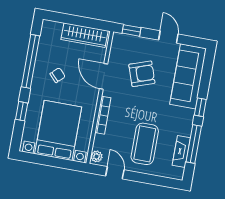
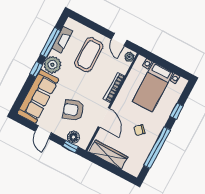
floor lamp: (132, 42) -> (73, 137), added
plant: (183, 119) -> (52, 65), added
bed with nightstands: (58, 130) -> (153, 87), width x0.73

